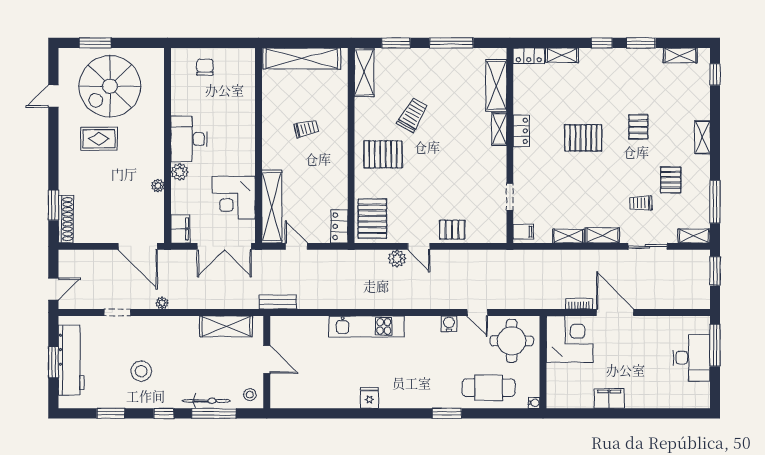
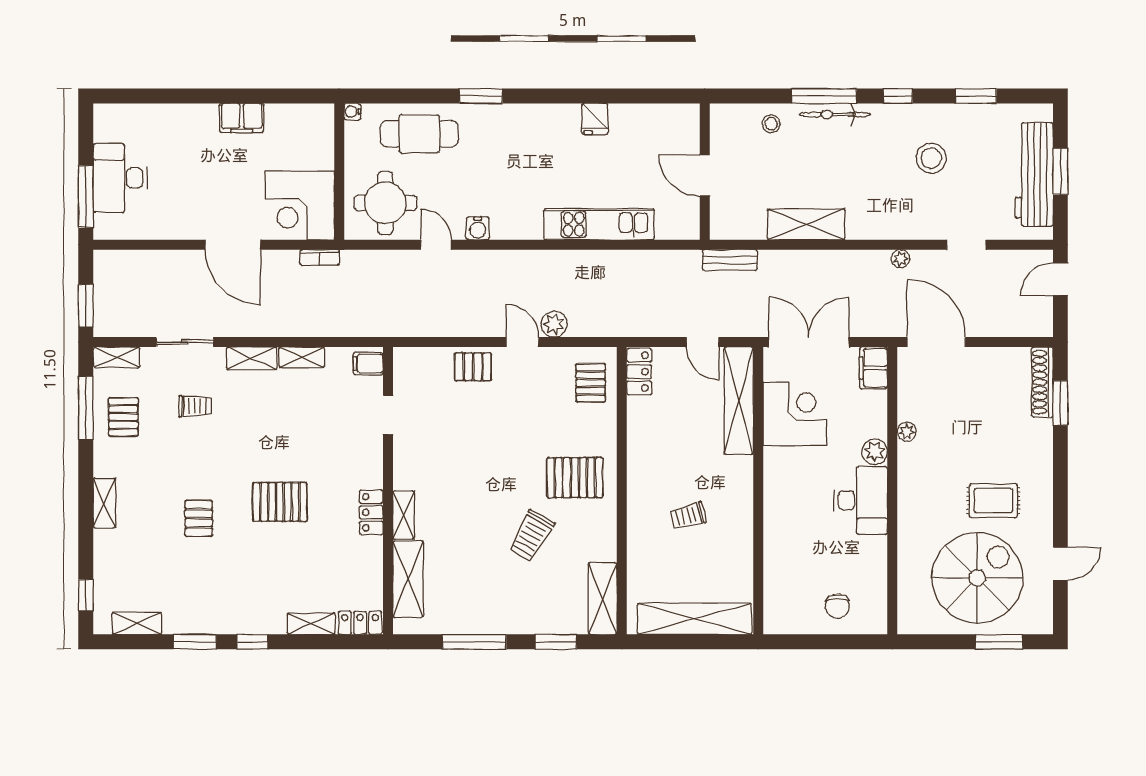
pallet: (671, 180) -> (123, 417), moved
pallet: (372, 219) -> (591, 383), width x0.67, depth x0.71
bookcase: (579, 304) -> (320, 257), moved
door: (267, 359) -> (705, 176), moved
wall: (267, 362) -> (705, 172), moved

